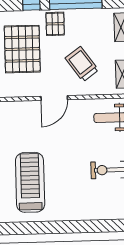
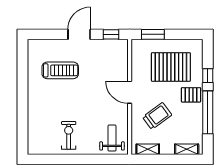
treadmill: (30, 182) -> (60, 70), width x0.73, depth x0.73

